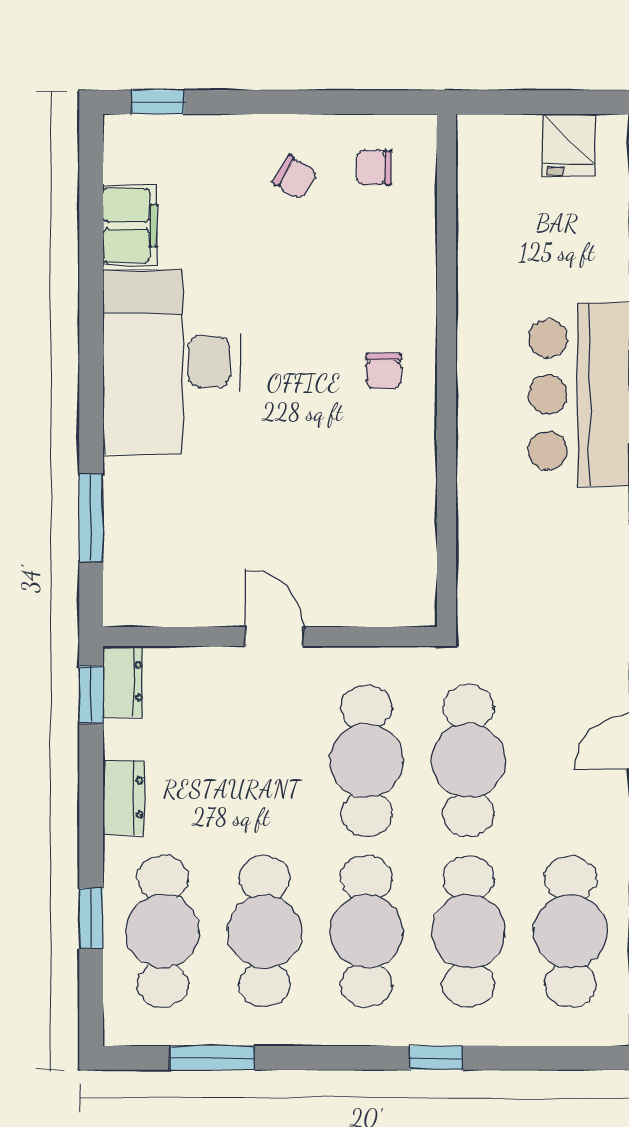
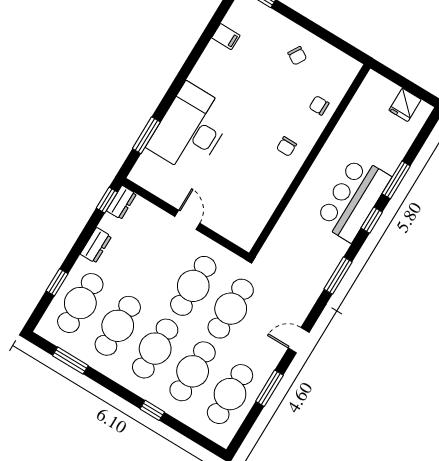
chair: (374, 168) -> (319, 105), moved
filing cabinet: (130, 226) -> (226, 37), width x0.50
desk: (172, 362) -> (191, 129), moved

